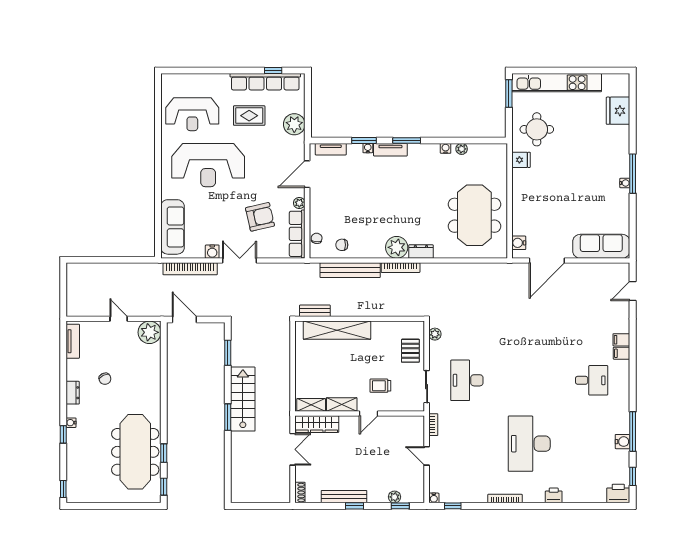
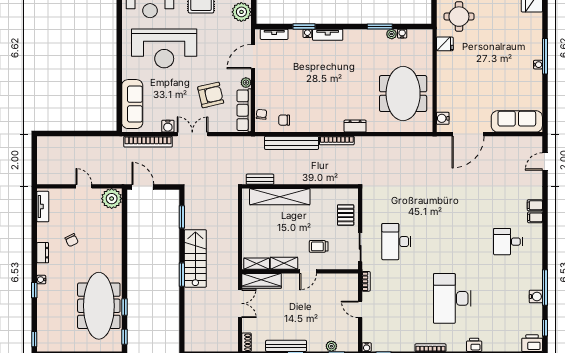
window: (407, 140) -> (380, 26), moved
water cooler: (446, 148) -> (402, 34), moved
plant: (397, 247) -> (333, 122), removed
plant: (435, 334) -> (368, 200), removed
desk: (592, 380) -> (508, 242), turned 180

